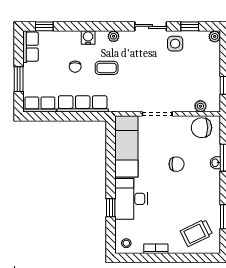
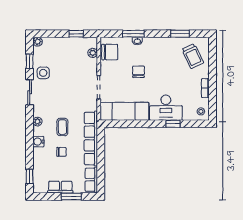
row of seats: (31, 47) -> (60, 187), moved
row of seats: (83, 104) -> (91, 139), width x1.36
chair: (201, 128) -> (110, 52), turned -90

